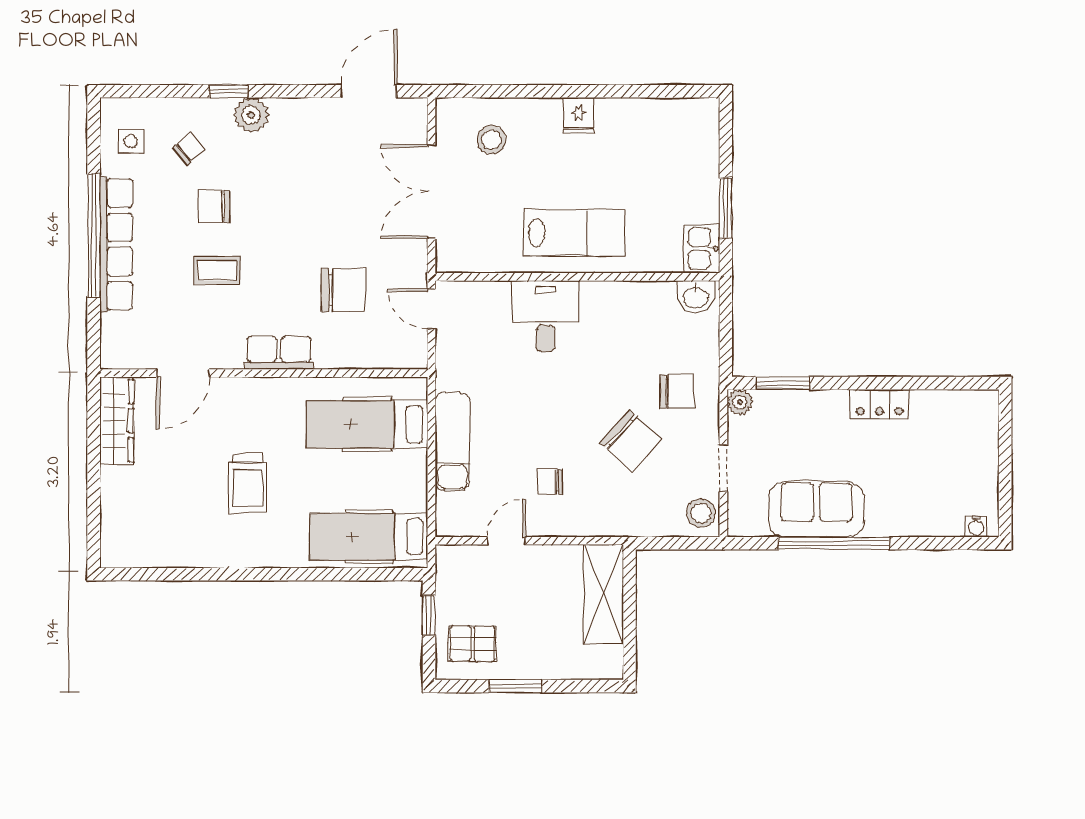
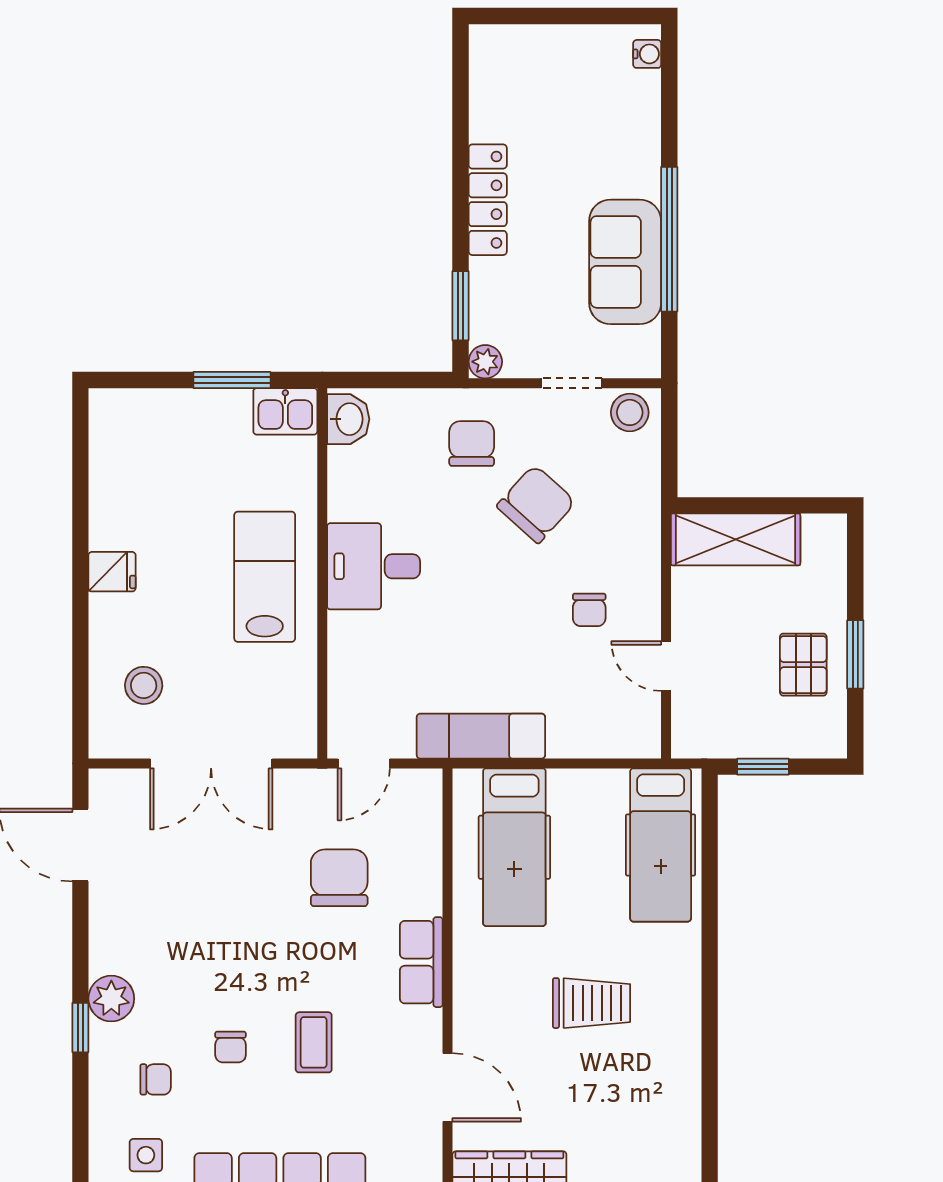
chair: (189, 149) -> (156, 1079), turned 130
chair: (214, 206) -> (231, 1047), width x0.73, depth x0.73
desk: (546, 316) -> (374, 566), moved
locker: (879, 404) -> (488, 200), width x1.53
exam couch: (452, 441) -> (481, 736), moved
pallet: (472, 644) -> (803, 665), moved

